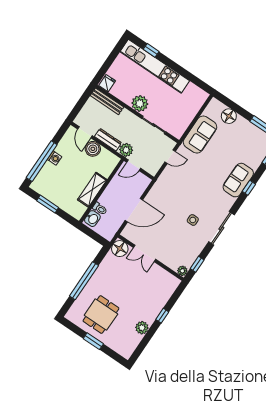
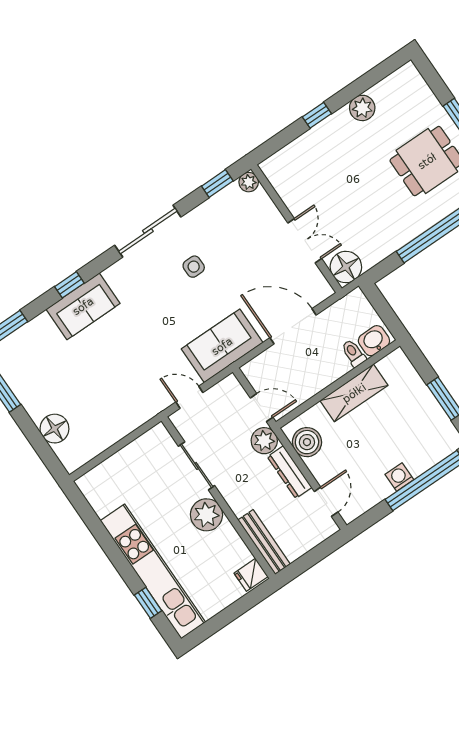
sofa: (200, 135) -> (222, 346), moved
boiler: (93, 149) -> (307, 442), moved

